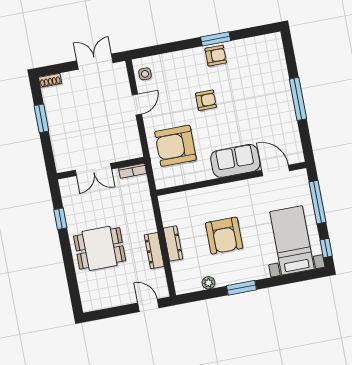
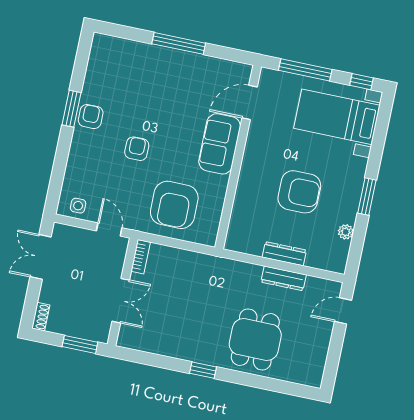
wall: (101, 168) -> (123, 292), moved
double door: (93, 170) -> (121, 301), moved
bookcase: (133, 171) -> (141, 257), moved

